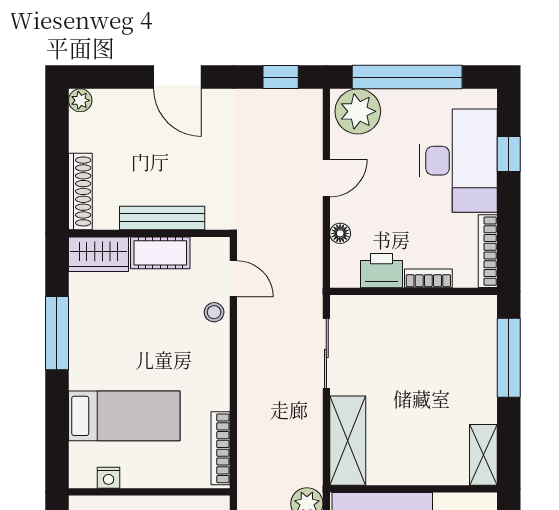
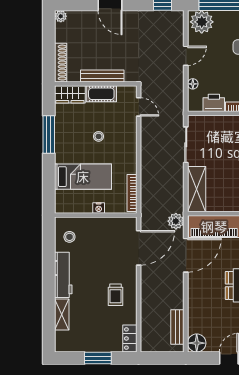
stool: (214, 312) -> (99, 136), moved
nightstand: (109, 478) -> (99, 208), moved

